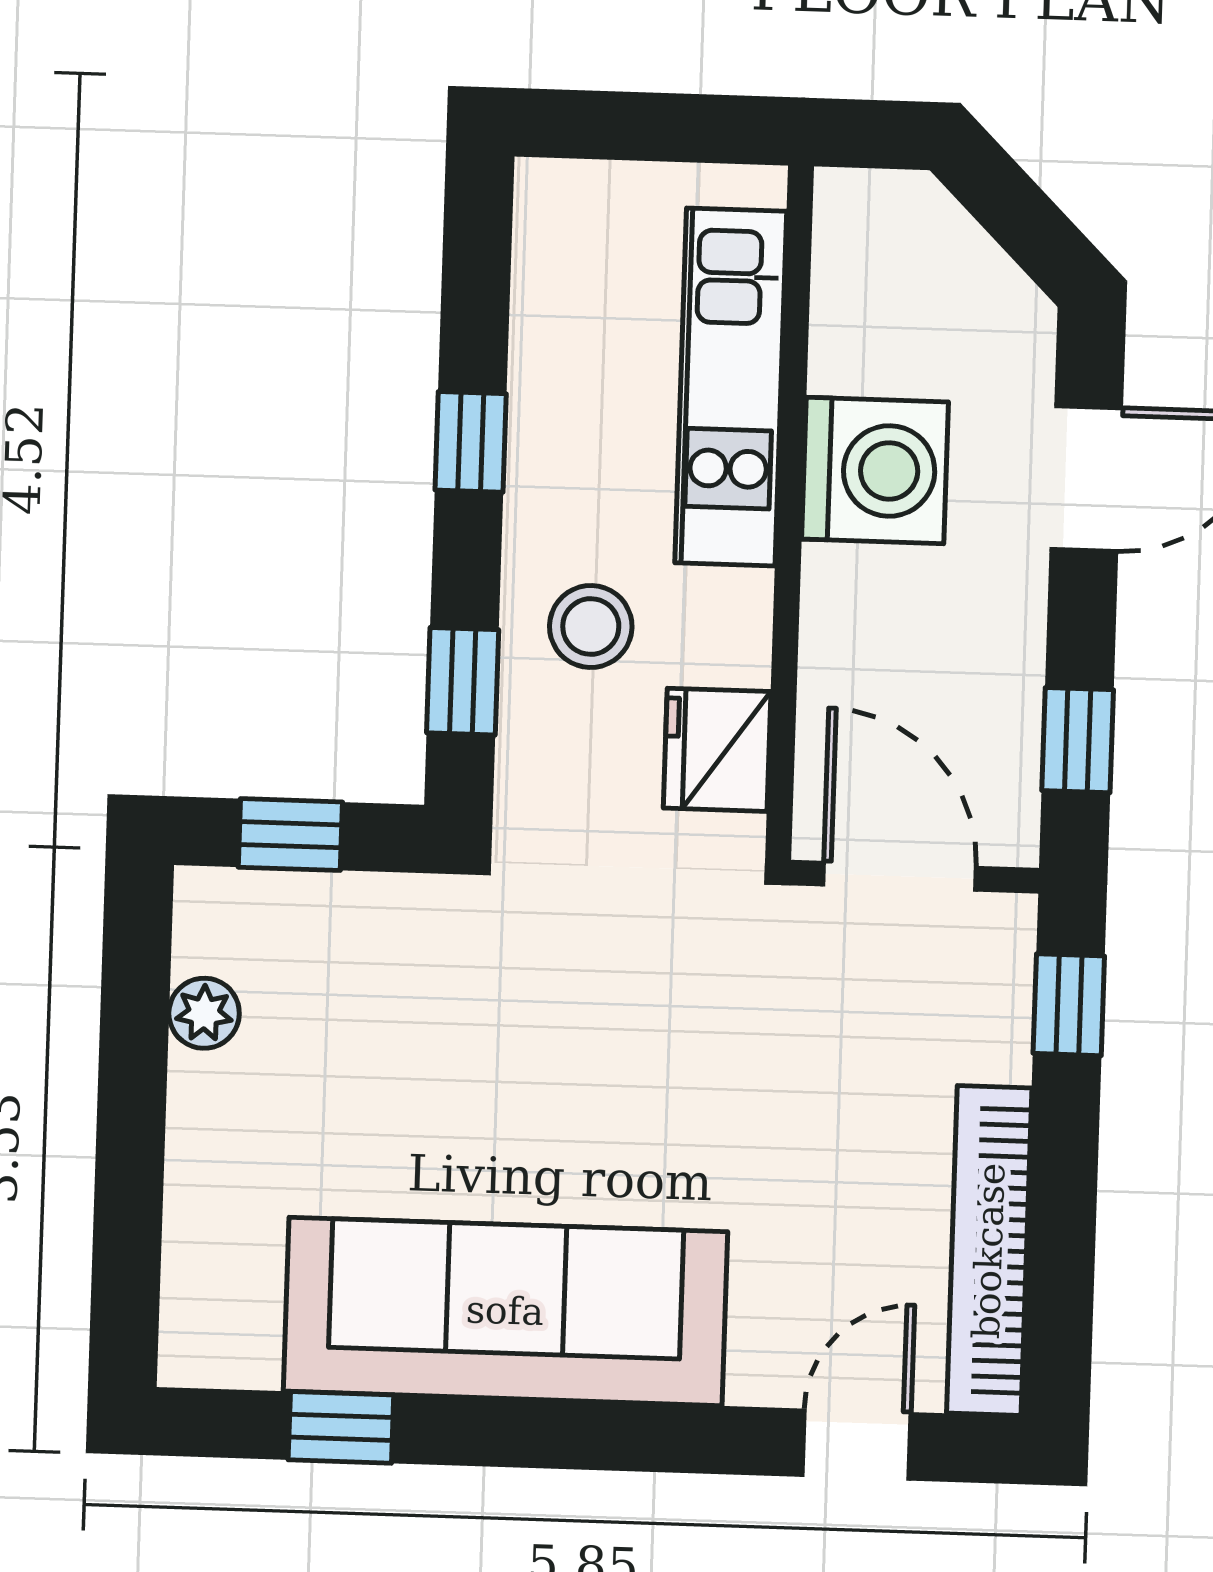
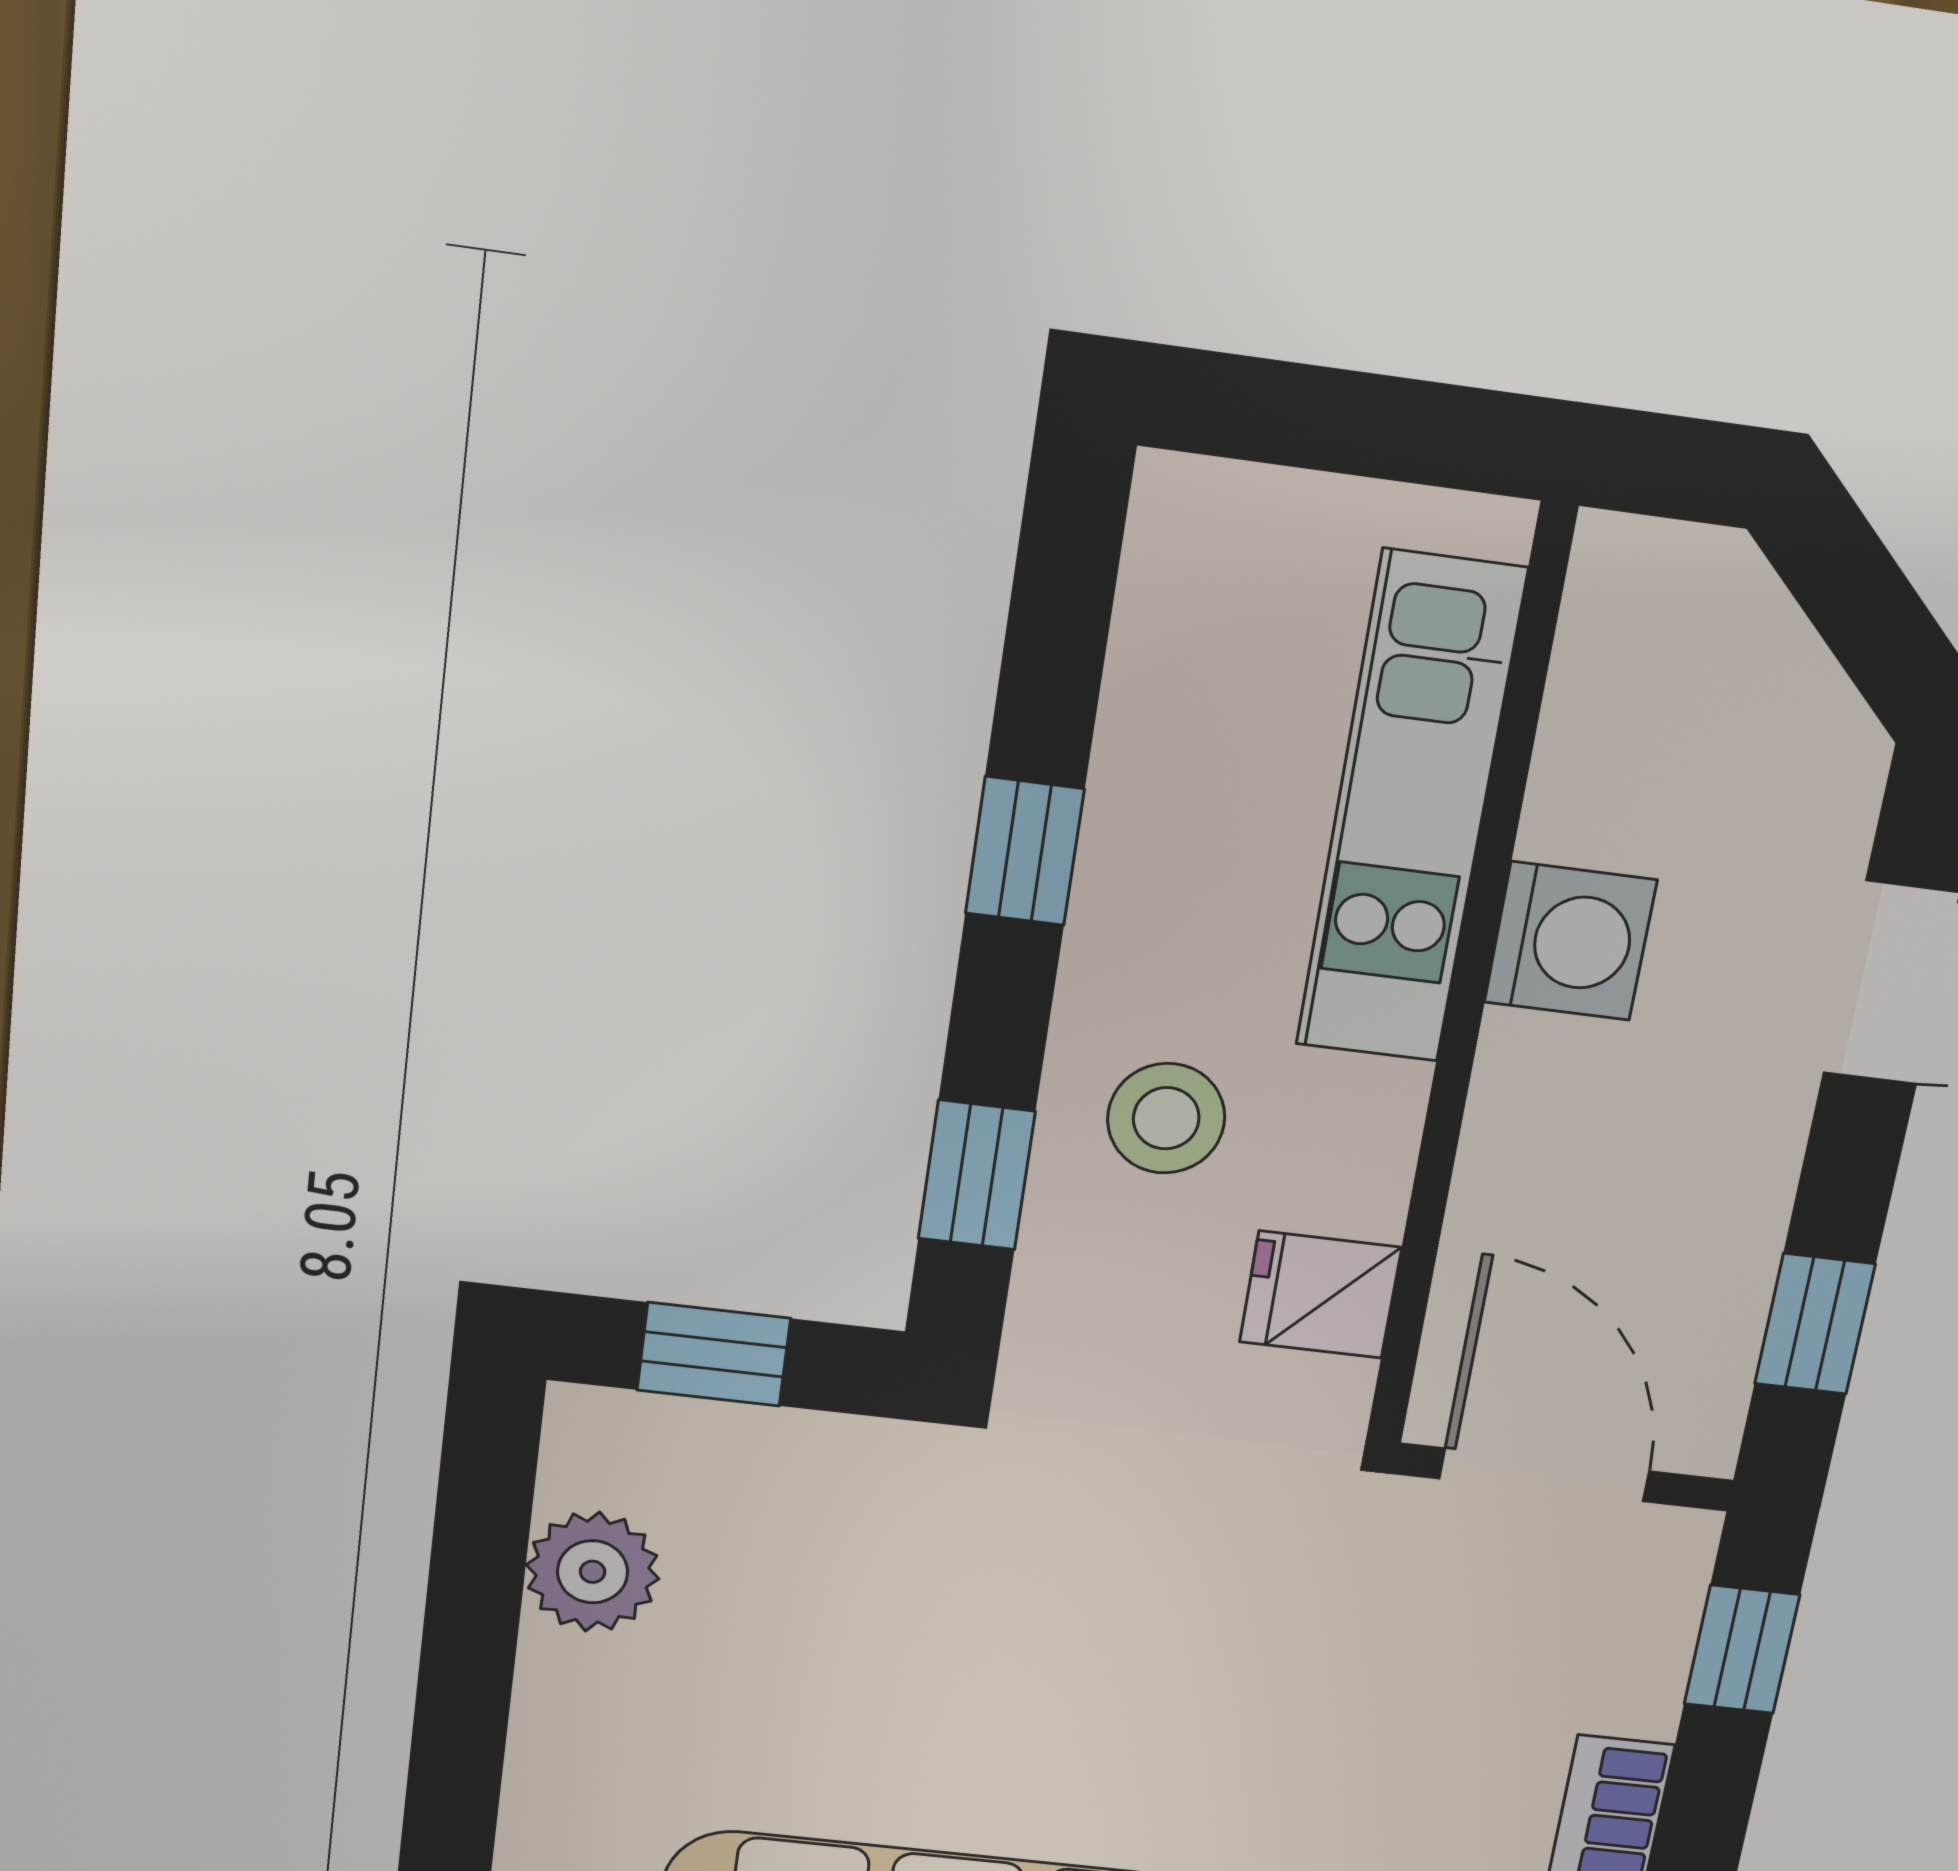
washing machine: (875, 470) -> (1570, 941), width x0.73, depth x0.73
fridge: (717, 750) -> (1320, 1295), width x0.72
plant: (204, 1013) -> (593, 1572), width x1.38, depth x1.38

